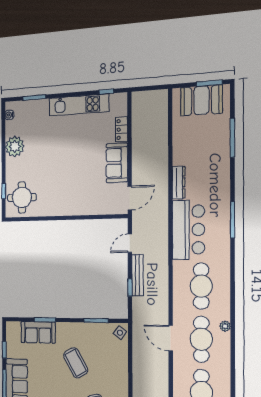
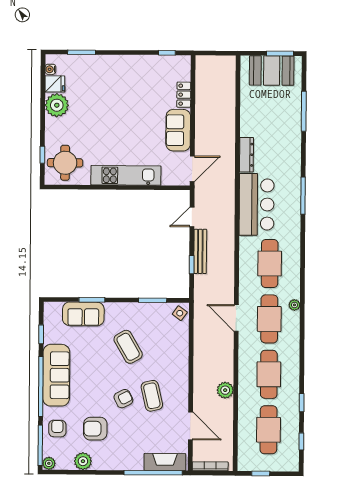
kitchen unit: (79, 105) -> (126, 175), moved, turned 180
fridge: (13, 128) -> (55, 84), added

